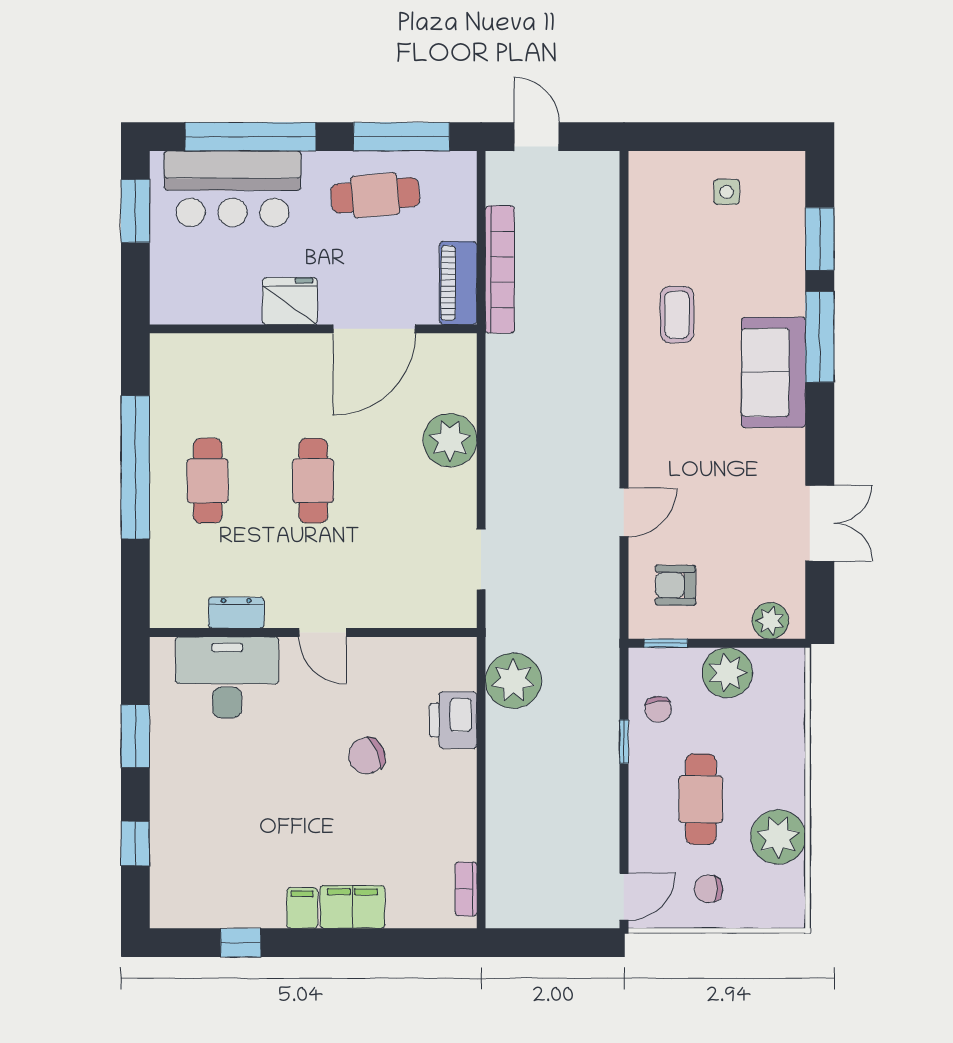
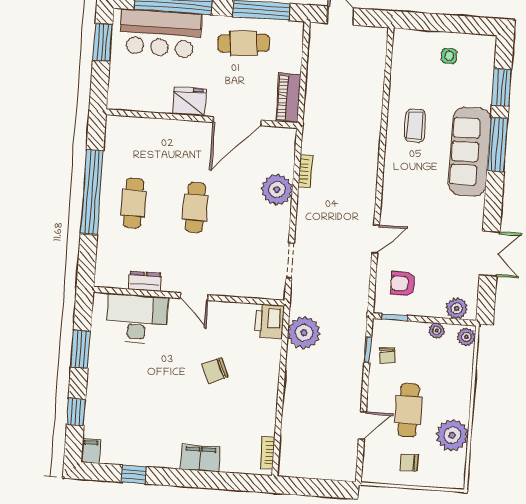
bookcase: (500, 269) -> (306, 171), moved, width x0.43, depth x0.76
sofa: (774, 372) -> (470, 152), width x1.36
plant: (790, 668) -> (466, 337), added
plant: (727, 673) -> (437, 331), width x0.53, depth x0.53
printer: (453, 720) -> (269, 321), moved
window: (624, 742) -> (368, 350), moved
door: (624, 897) -> (362, 425), moved
filing cabinet: (302, 908) -> (91, 451), moved

